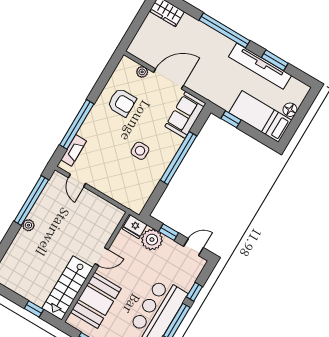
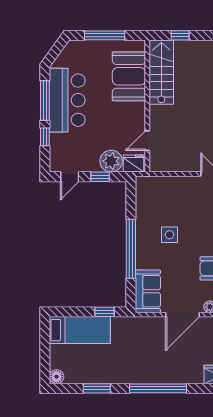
tv unit: (260, 66) -> (107, 375), removed
floor lamp: (290, 110) -> (56, 377), moved
door: (102, 257) -> (147, 141), moved

